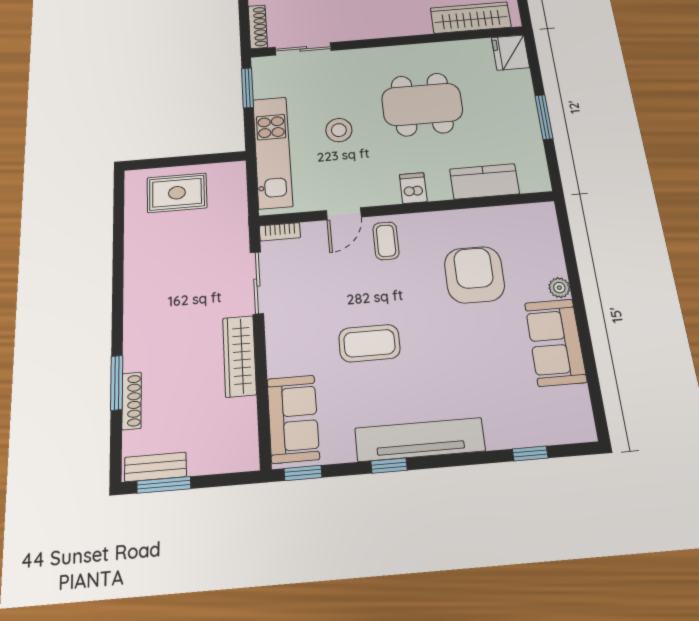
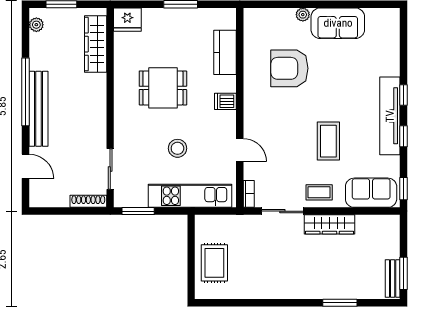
dining table: (422, 104) -> (163, 88), width x0.73
coffee table: (386, 241) -> (319, 192), moved
shoe rack: (132, 401) -> (352, 293), removed
window: (530, 454) -> (403, 95), moved

